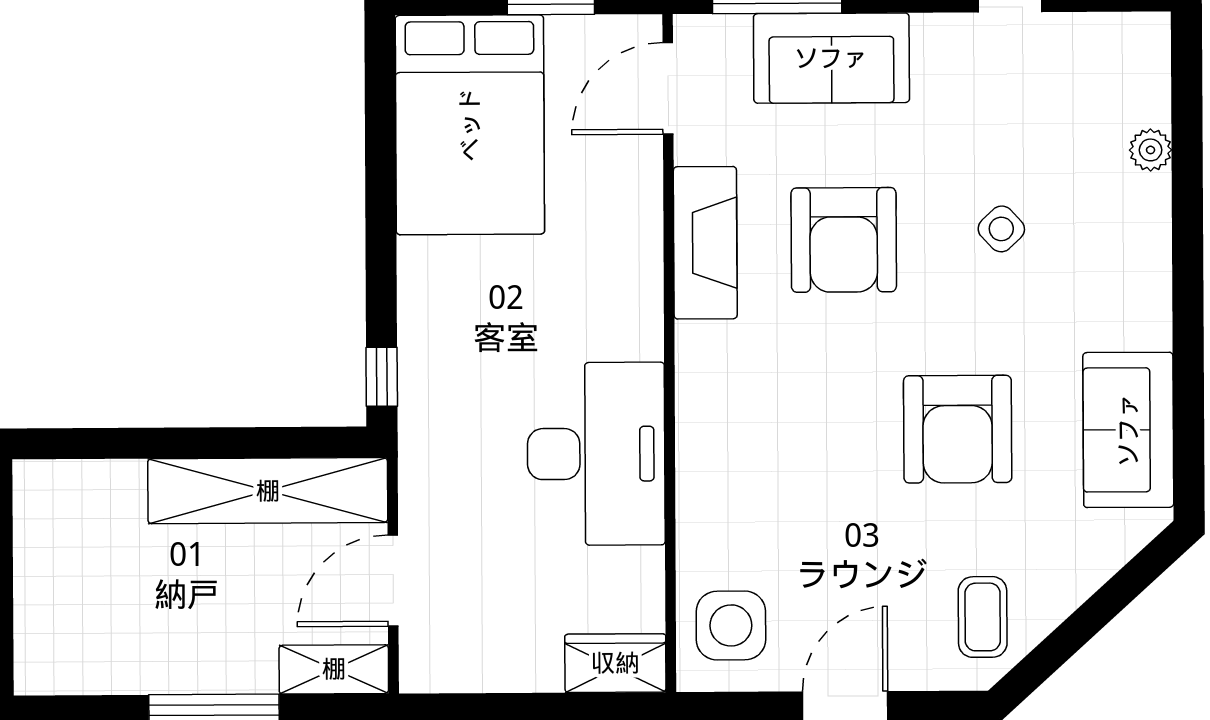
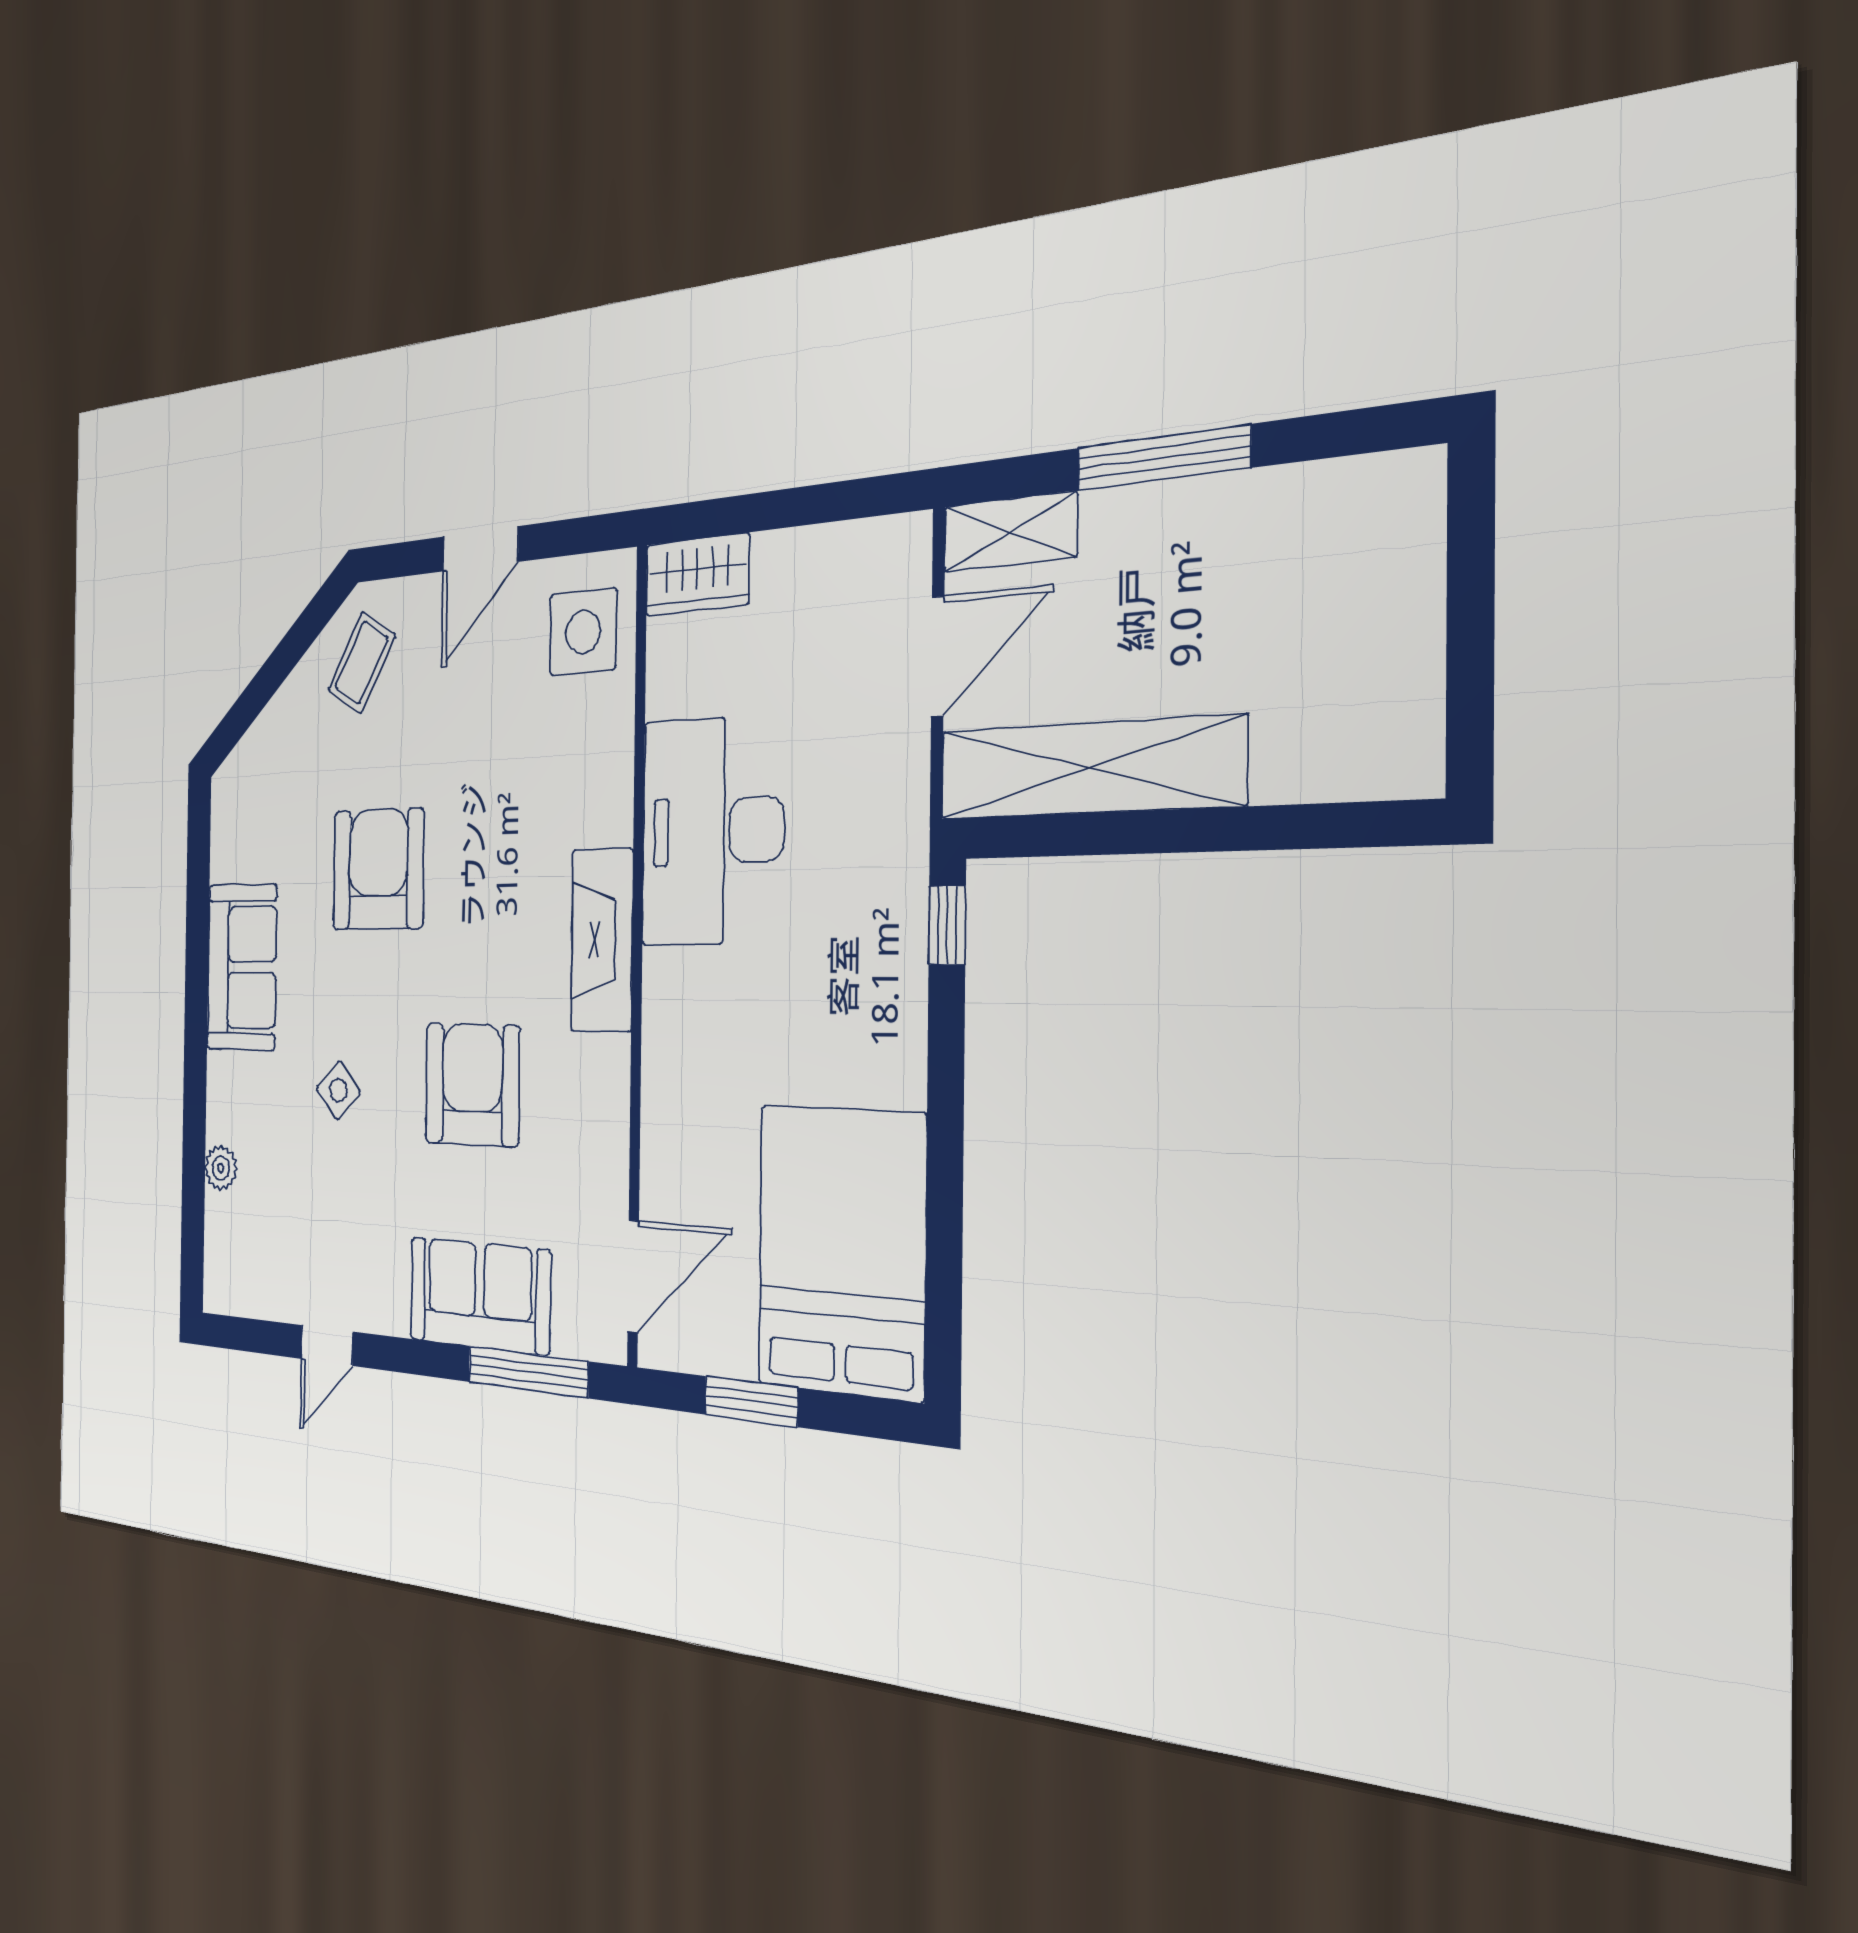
fireplace: (705, 243) -> (602, 940), moved
sofa: (1128, 430) -> (242, 967), moved
coffee table: (983, 617) -> (361, 663), turned 31

